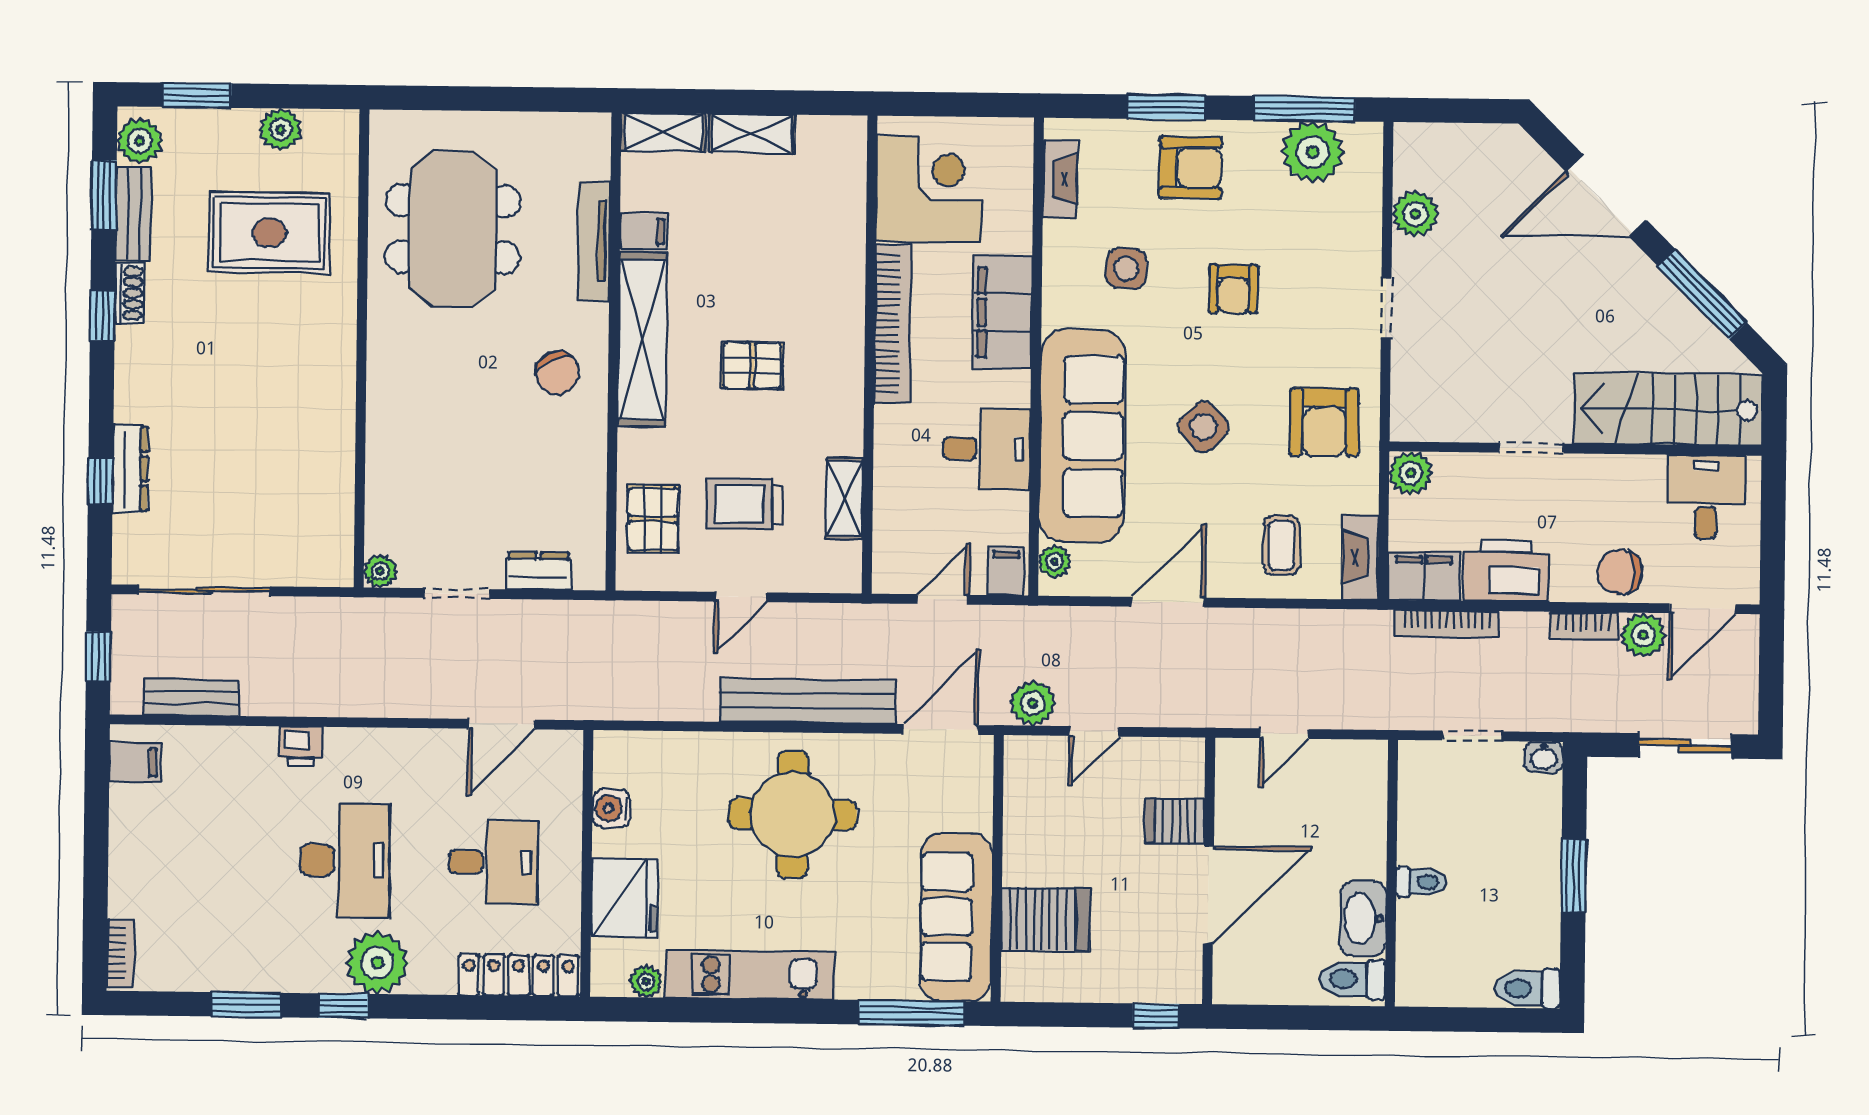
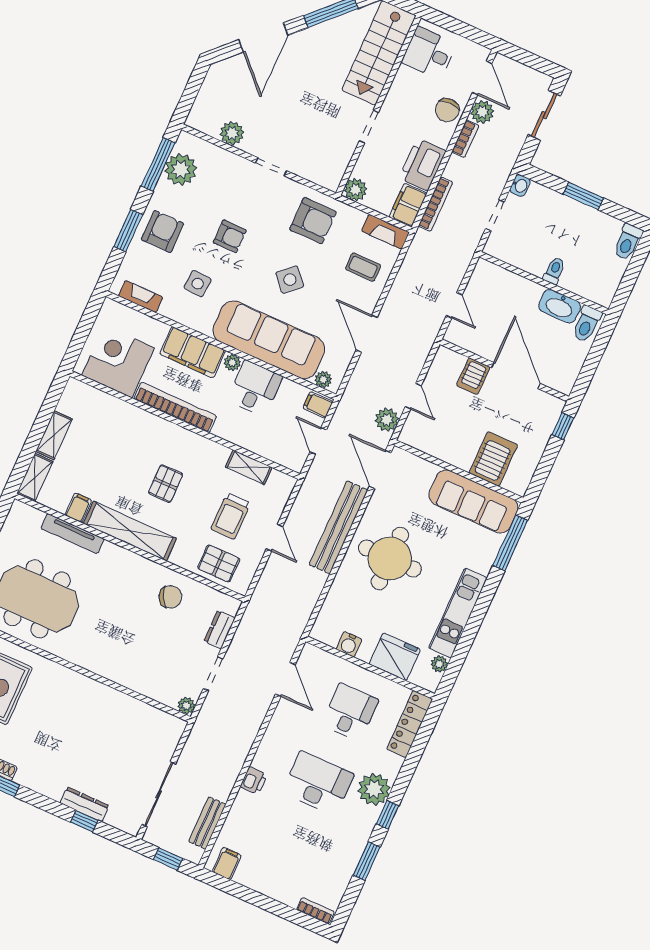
chair: (557, 373) -> (170, 597), moved
plant: (1015, 390) -> (232, 362), added

